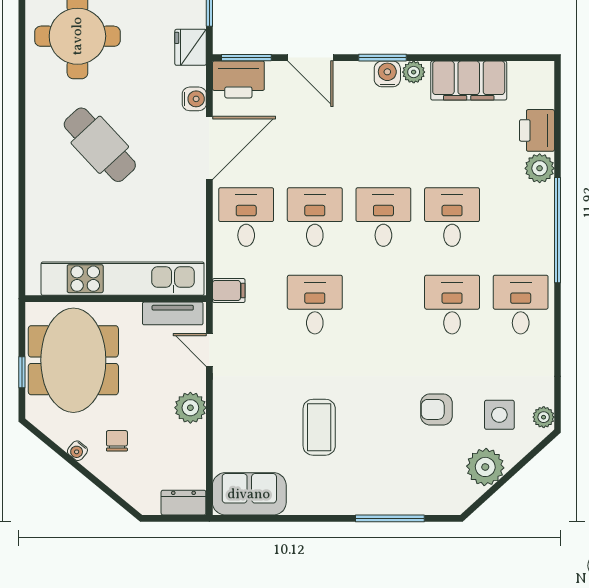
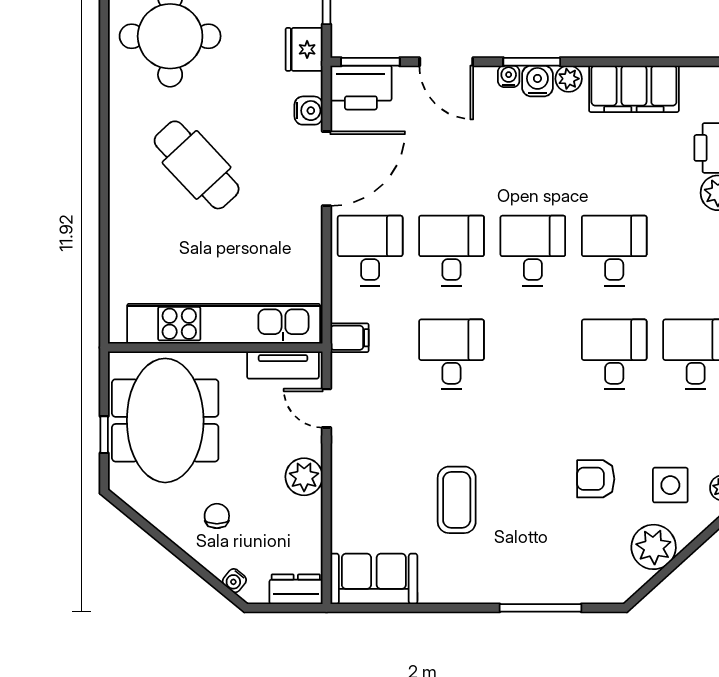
water cooler: (363, 70) -> (509, 76), added
water cooler: (77, 451) -> (234, 581), moved

